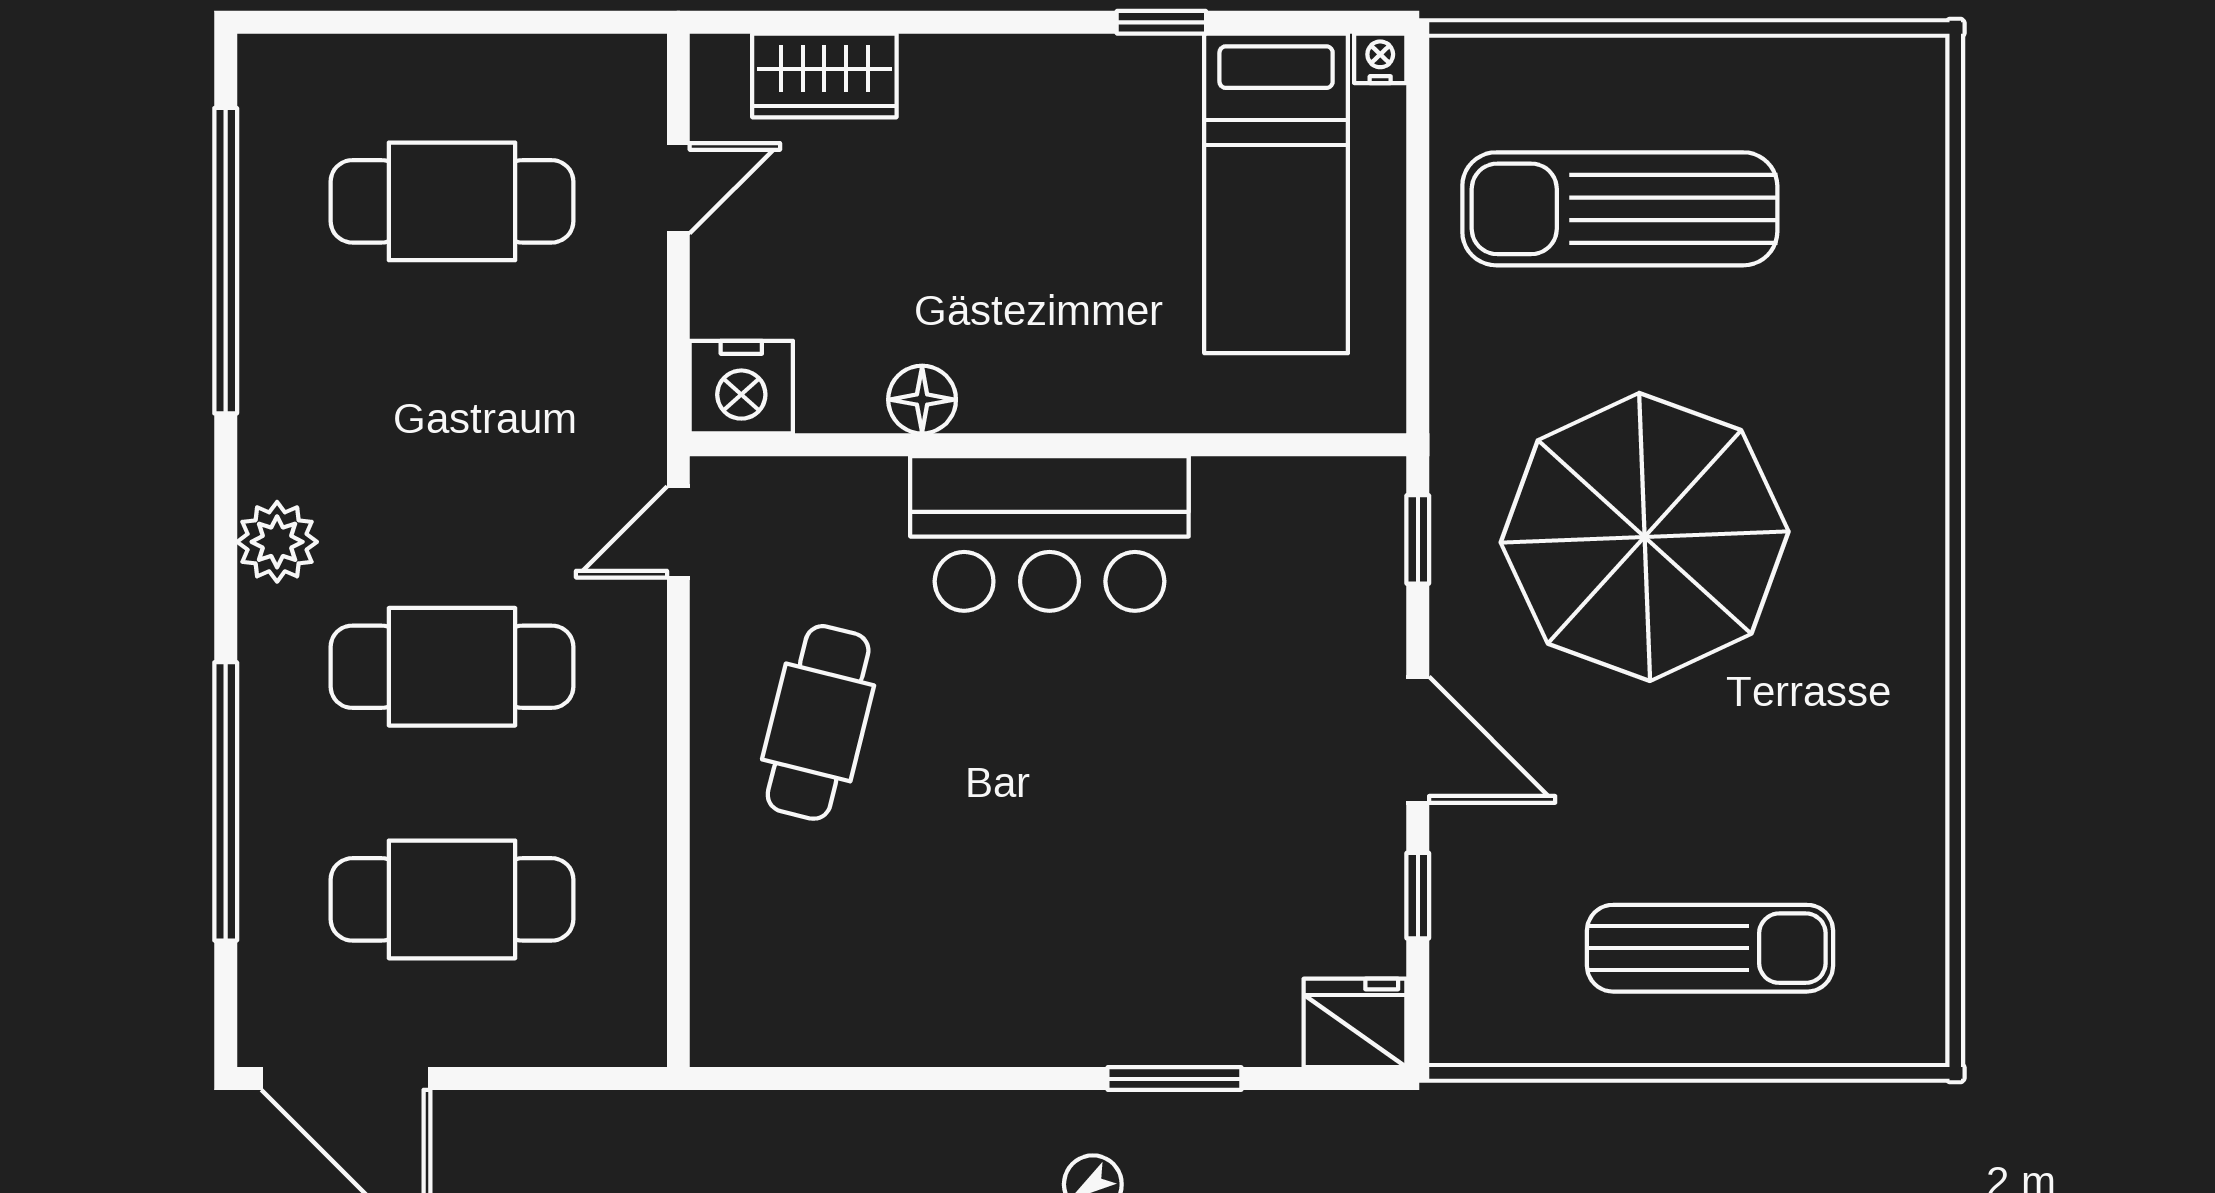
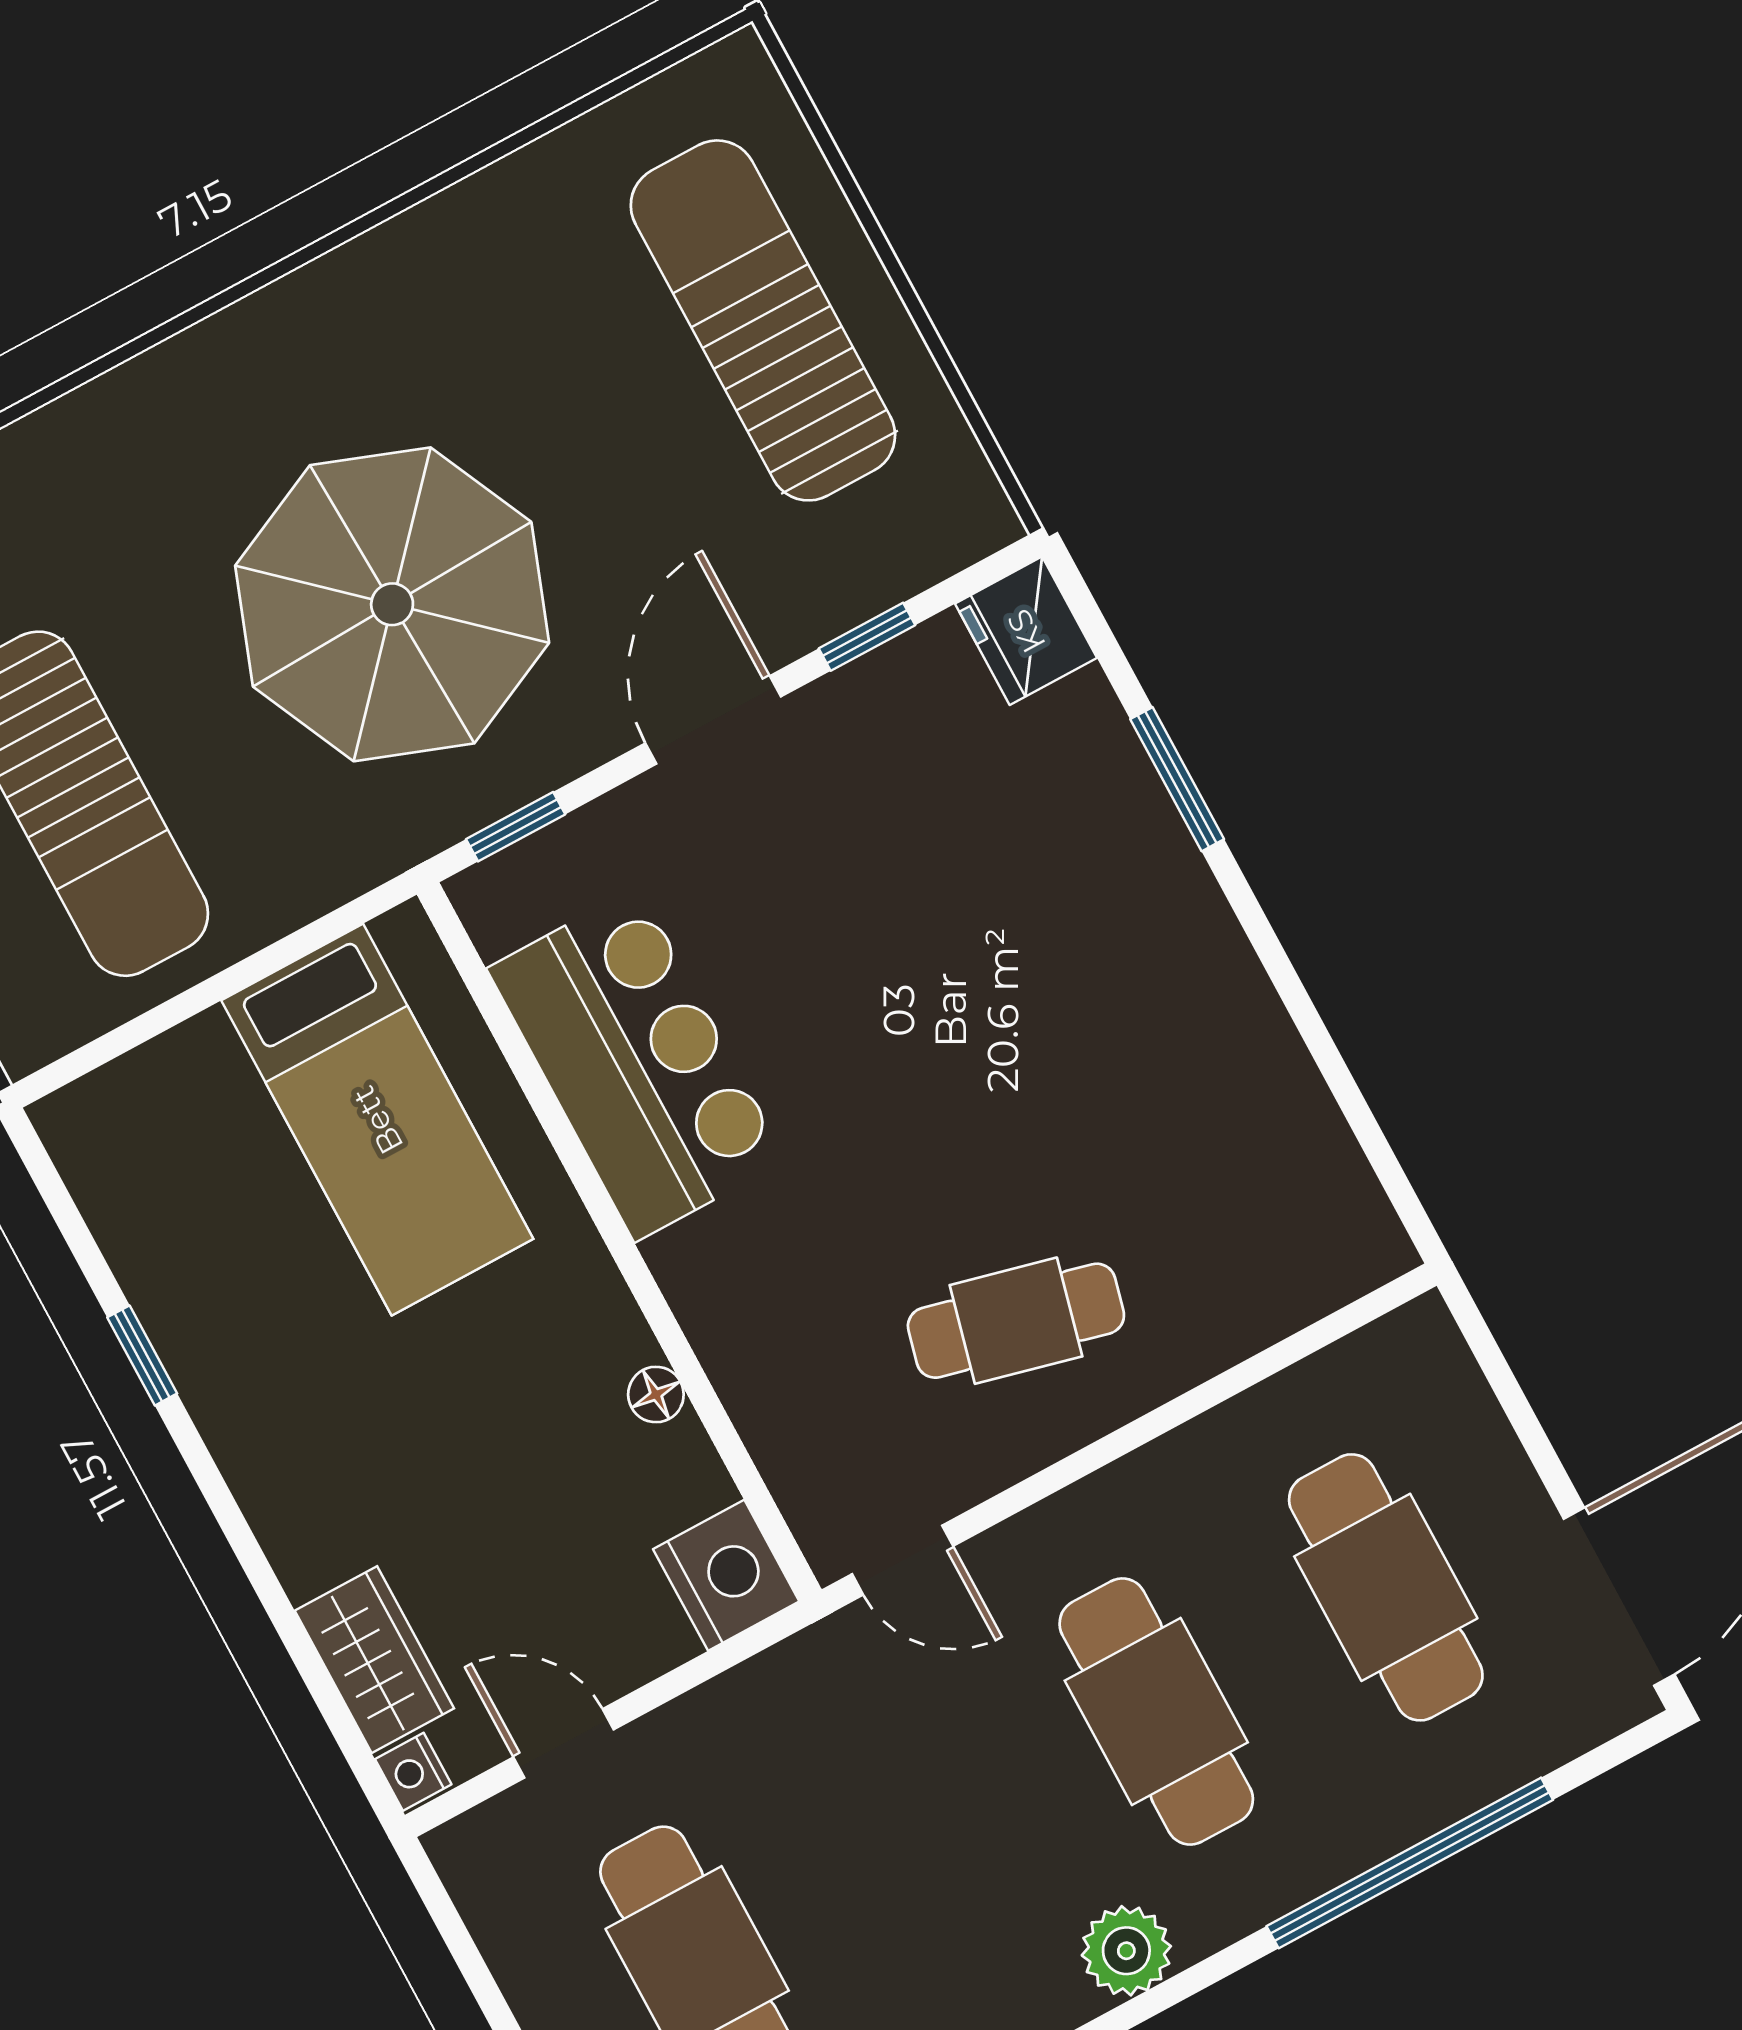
nightstand: (1380, 58) -> (413, 1772), moved
bed: (1276, 193) -> (377, 1120), moved, turned 90
floor lamp: (922, 400) -> (656, 1395), width x0.73, depth x0.73
bar counter: (1049, 533) -> (636, 1064), moved
sun lounger: (1710, 948) -> (763, 320), width x1.36, depth x1.34

